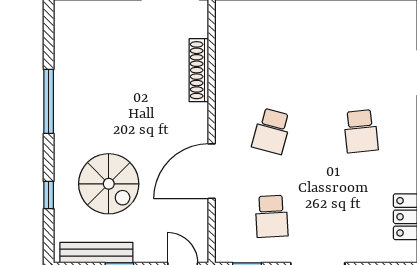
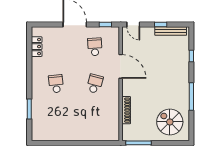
door: (212, 171) -> (121, 66), hinge flipped
spiral stairs: (109, 184) -> (170, 122), moved

